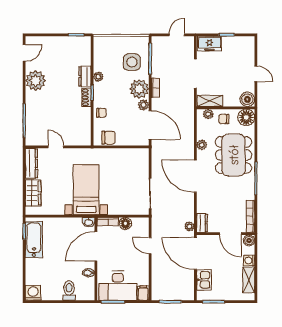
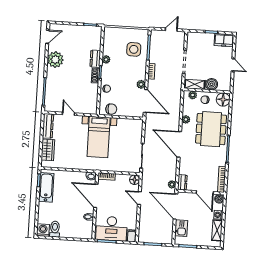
freezer: (209, 44) -> (224, 40), moved
plant: (139, 89) -> (138, 71), removed
boiler: (247, 99) -> (212, 84), moved
bed with nightstands: (86, 190) -> (99, 137), moved, turned 180
floor lamp: (125, 223) -> (135, 180), moved
door: (96, 246) -> (96, 196), hinge flipped
toilet: (69, 290) -> (55, 229), moved

